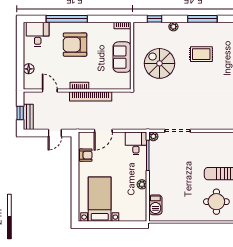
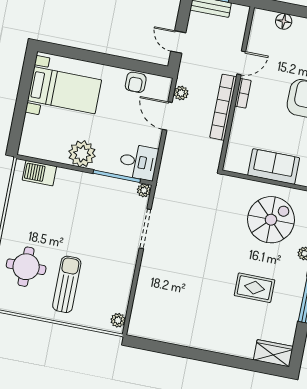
rug: (201, 54) -> (254, 288), turned 90
spiral stairs: (159, 63) -> (271, 220), moved
door: (50, 91) -> (241, 63), moved
plant: (87, 125) -> (181, 93), added
plant: (142, 184) -> (82, 154), width x1.87, depth x1.87

